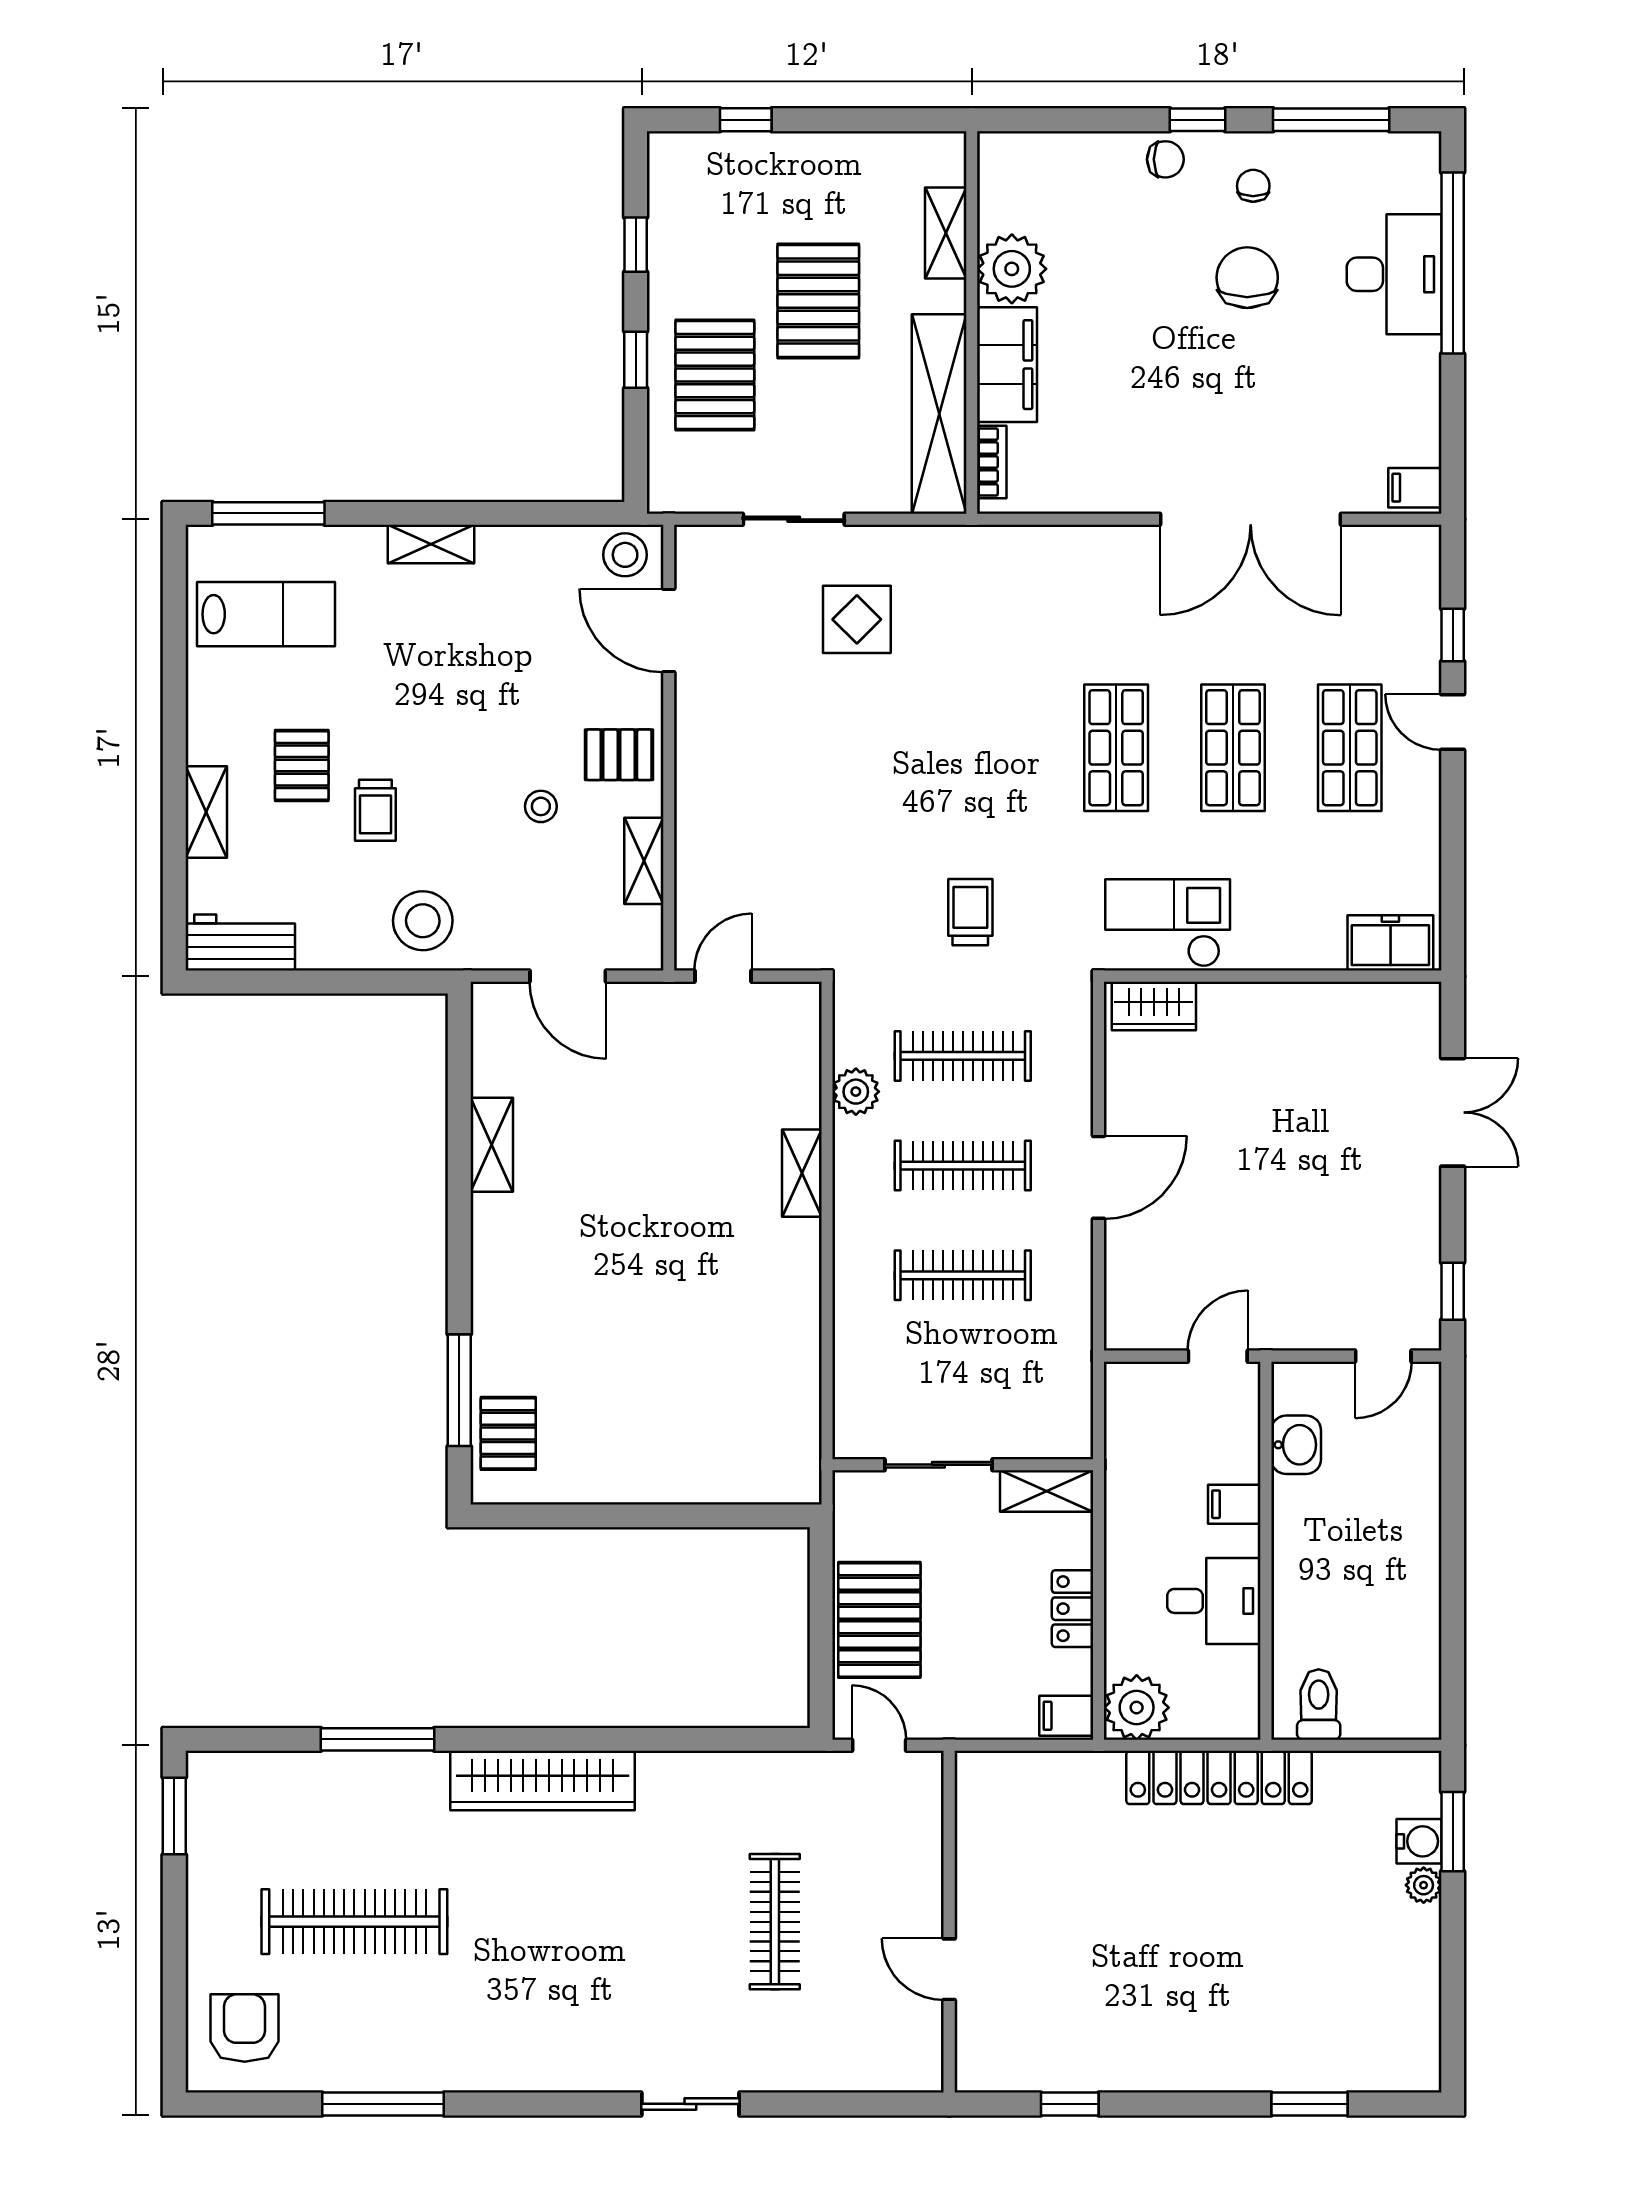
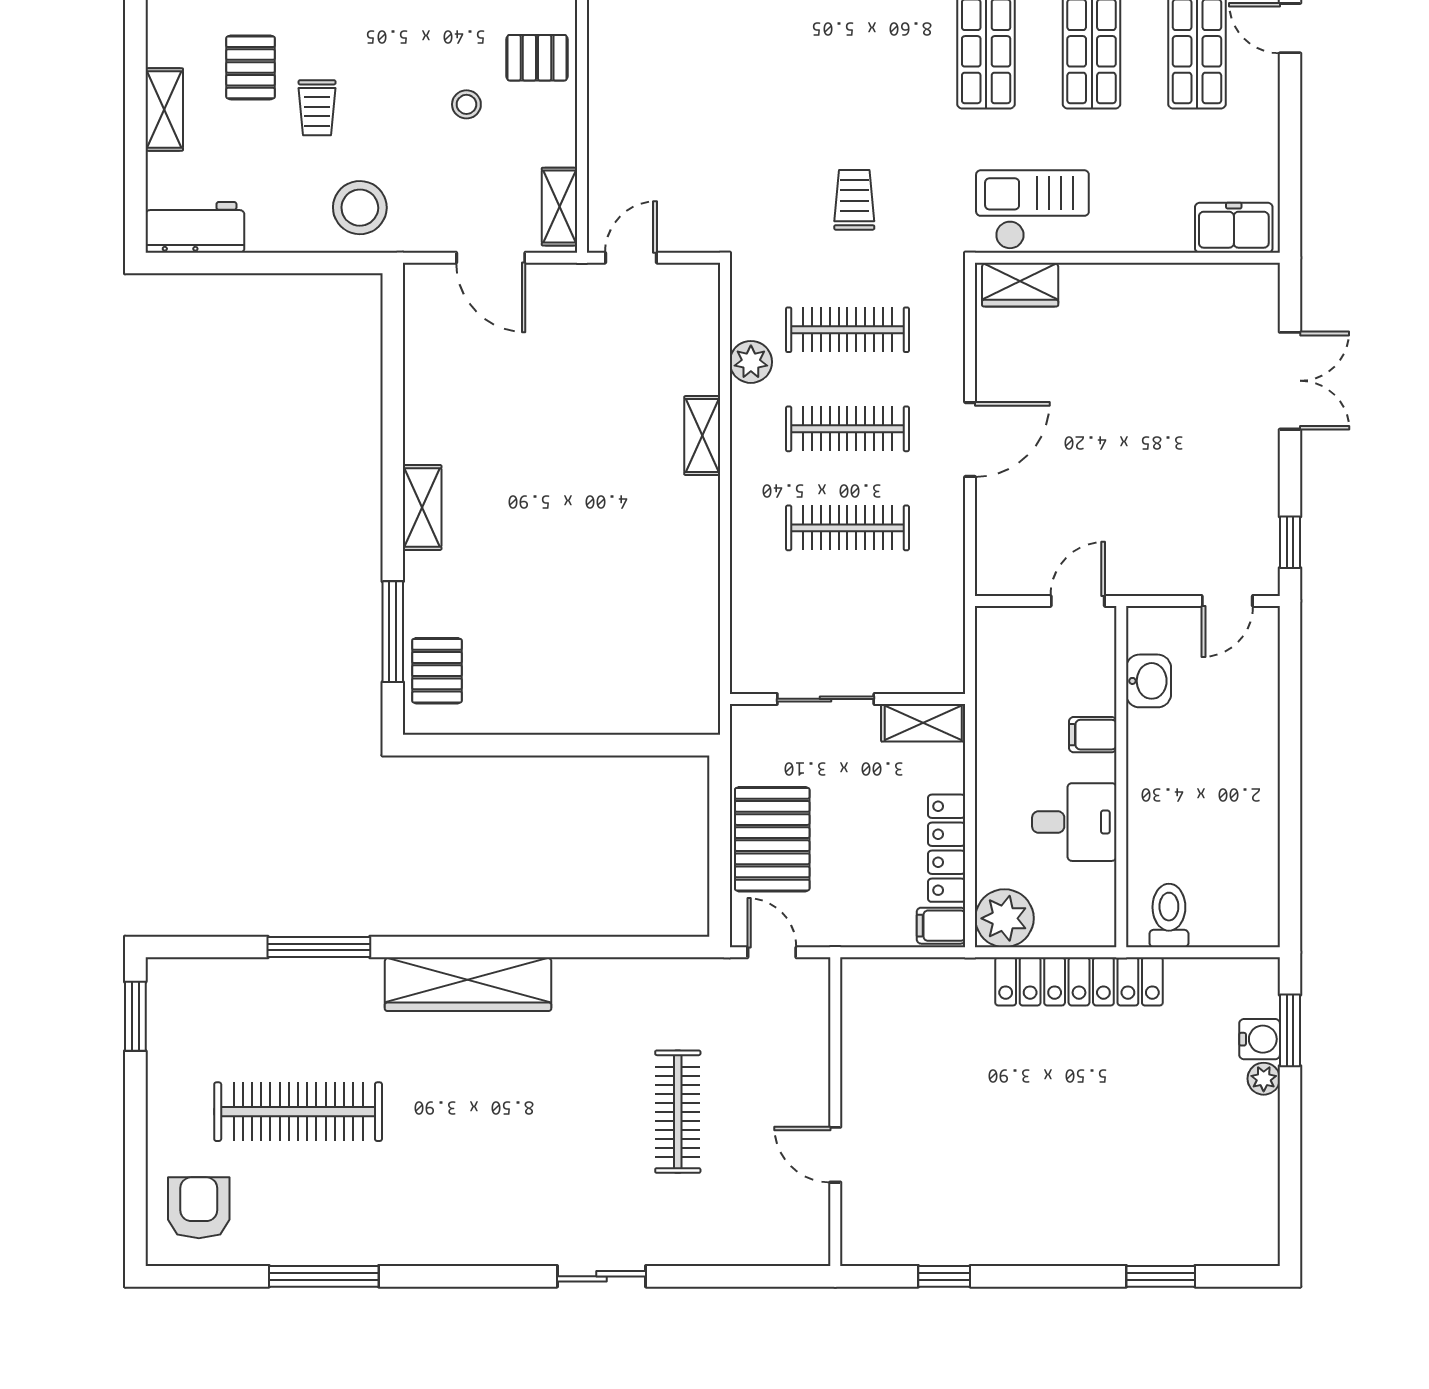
shelving: (644, 861) -> (559, 207), moved
shelving: (492, 1145) -> (422, 507), moved
locker: (1073, 1609) -> (947, 848), width x1.53

